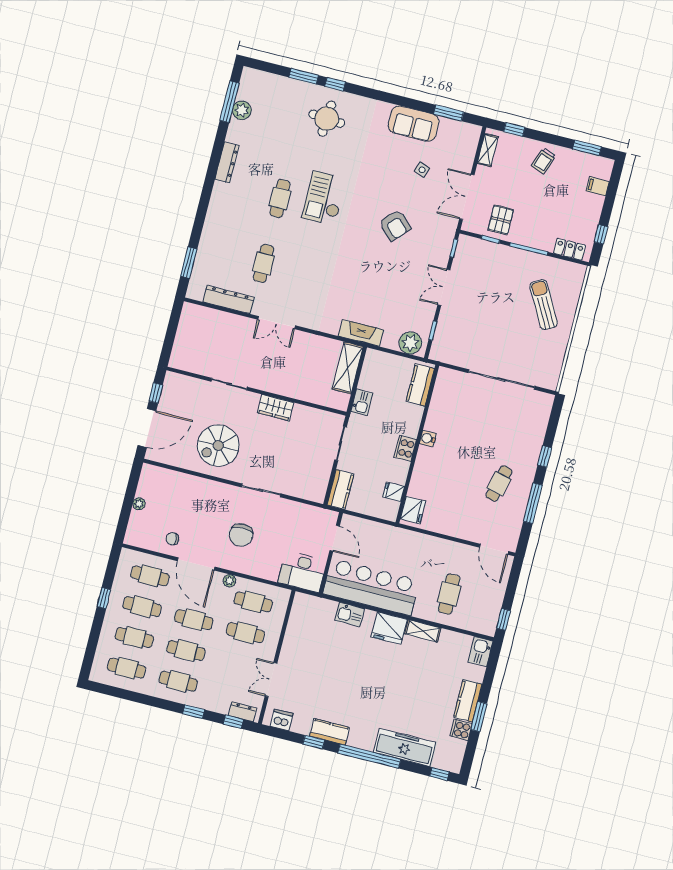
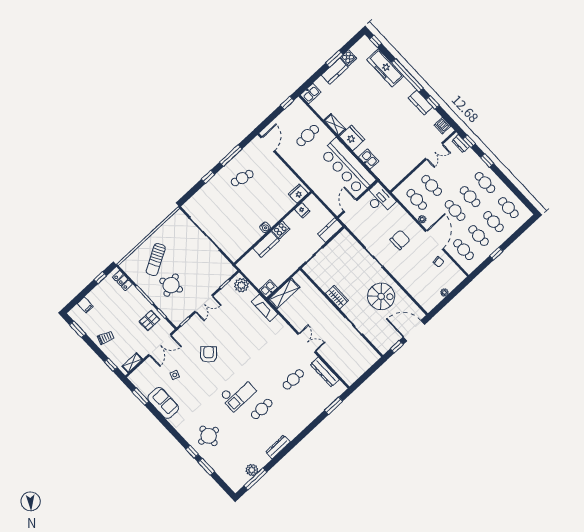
round table: (502, 284) -> (171, 285), added
kitchen counter: (420, 385) -> (266, 244), moved
kitchen sink: (362, 402) -> (268, 289), moved

